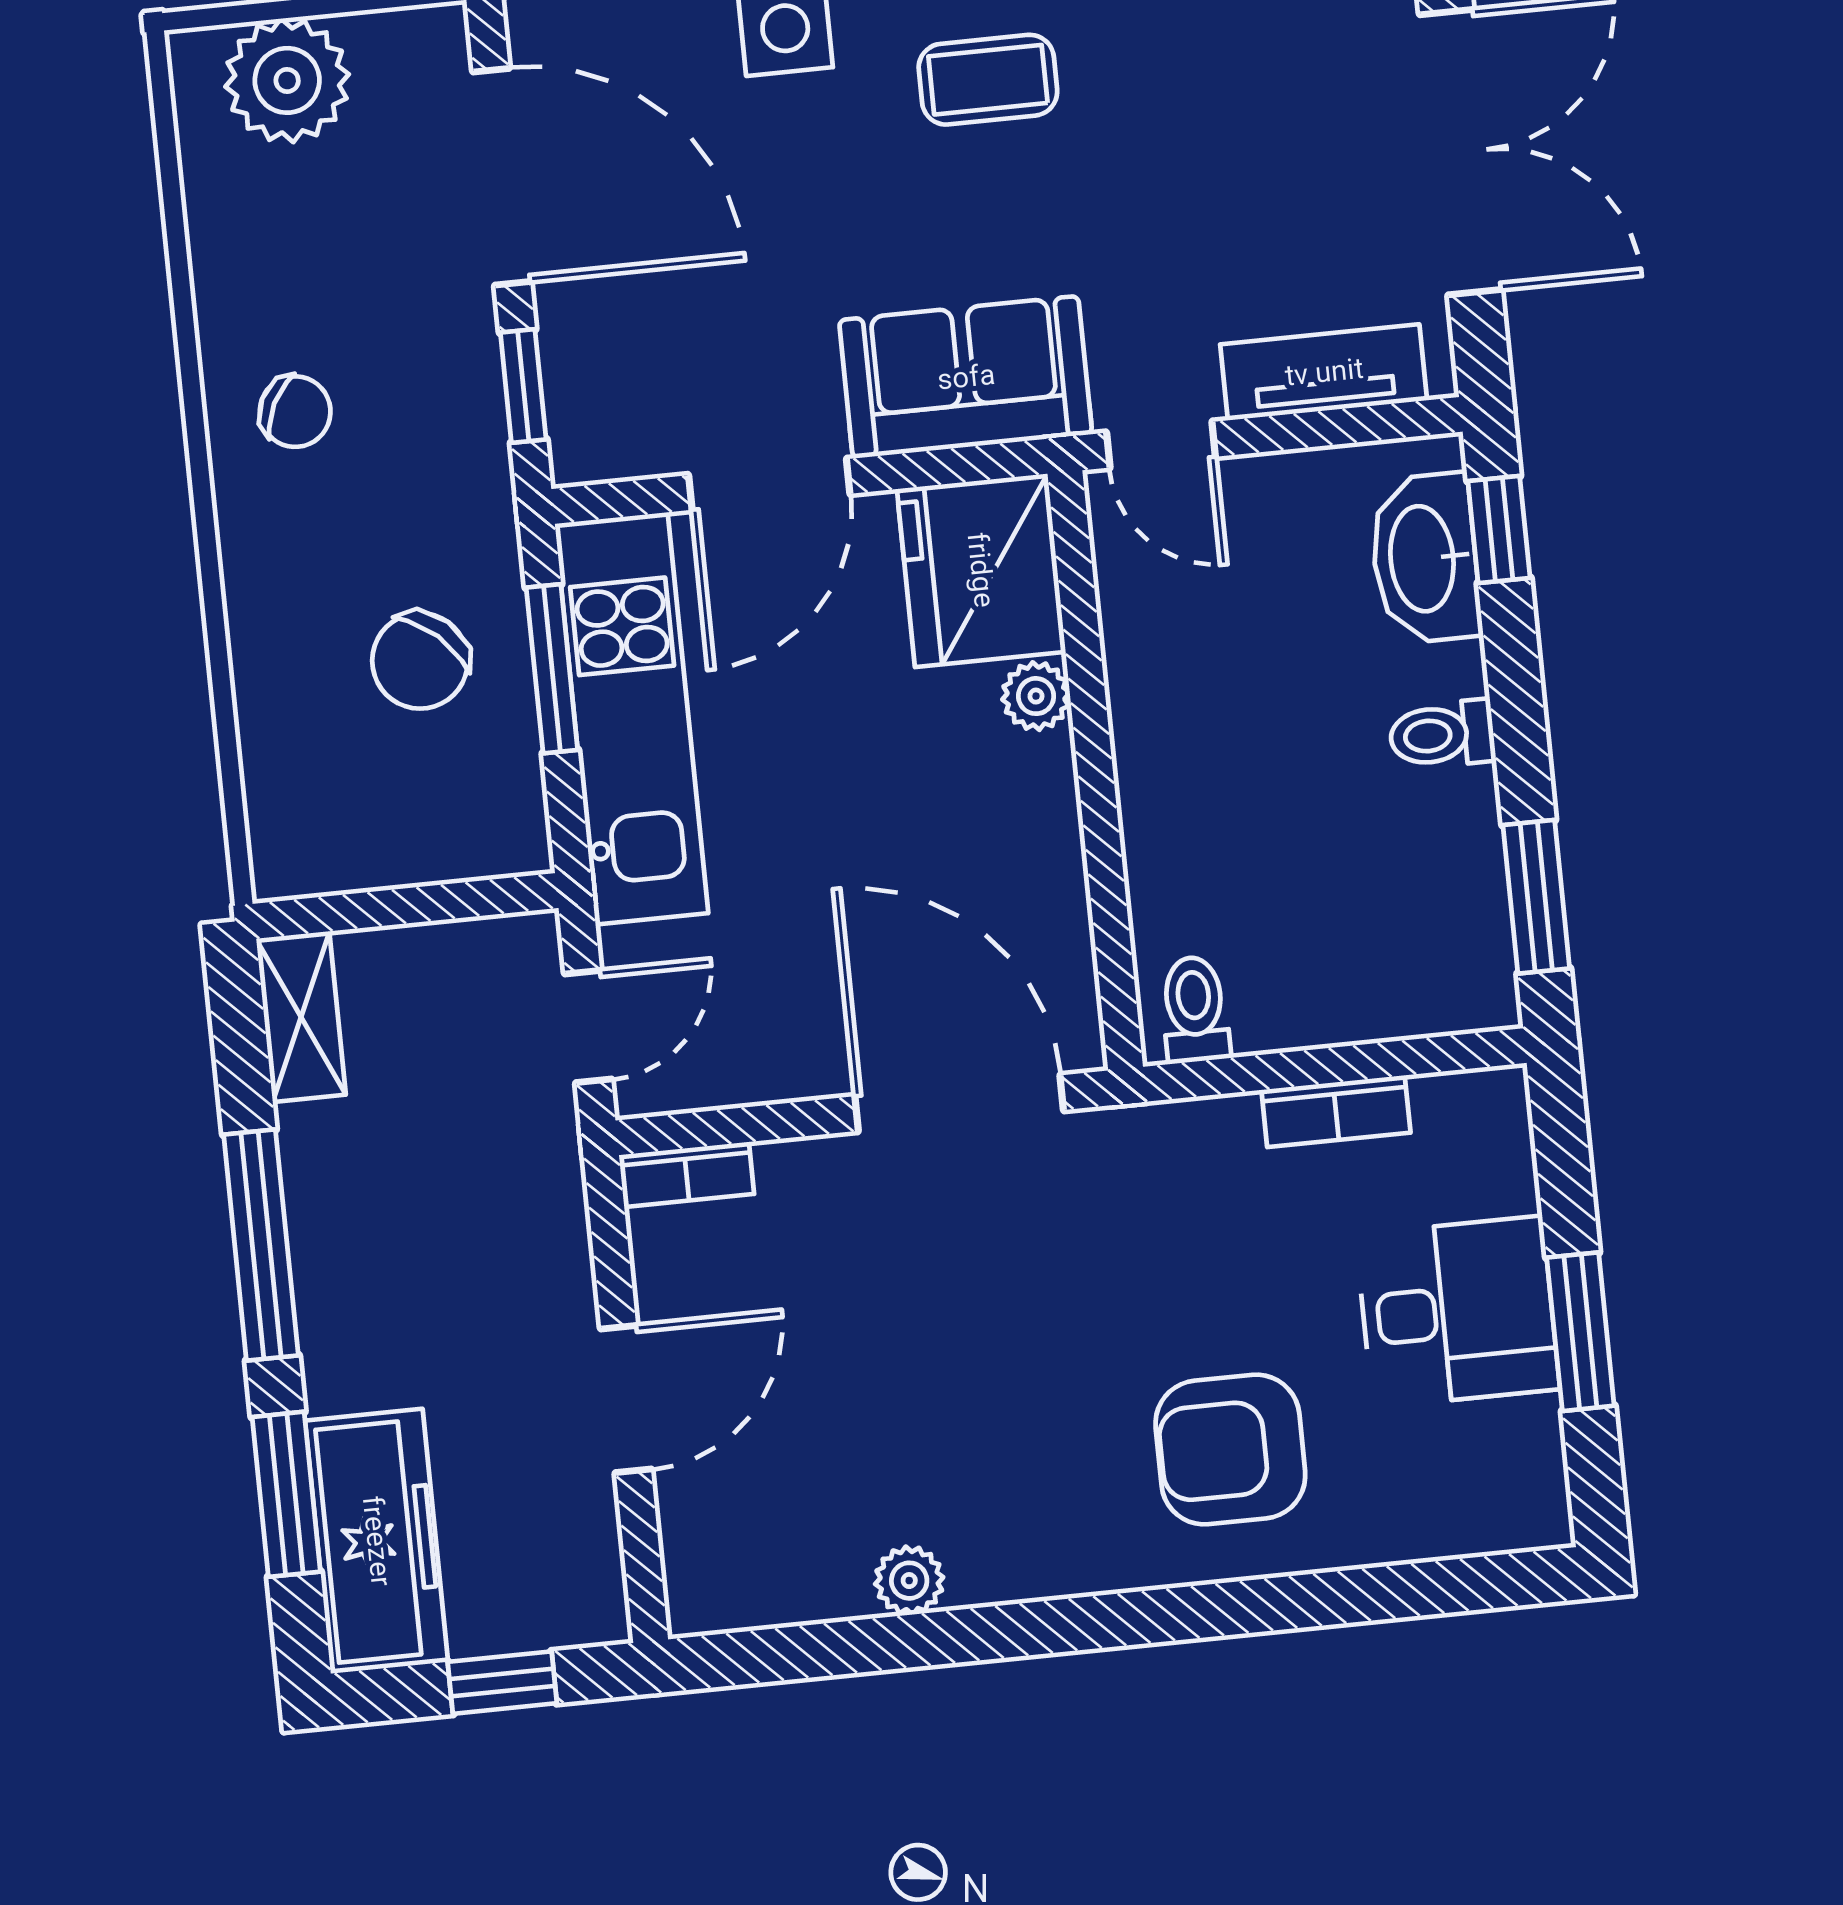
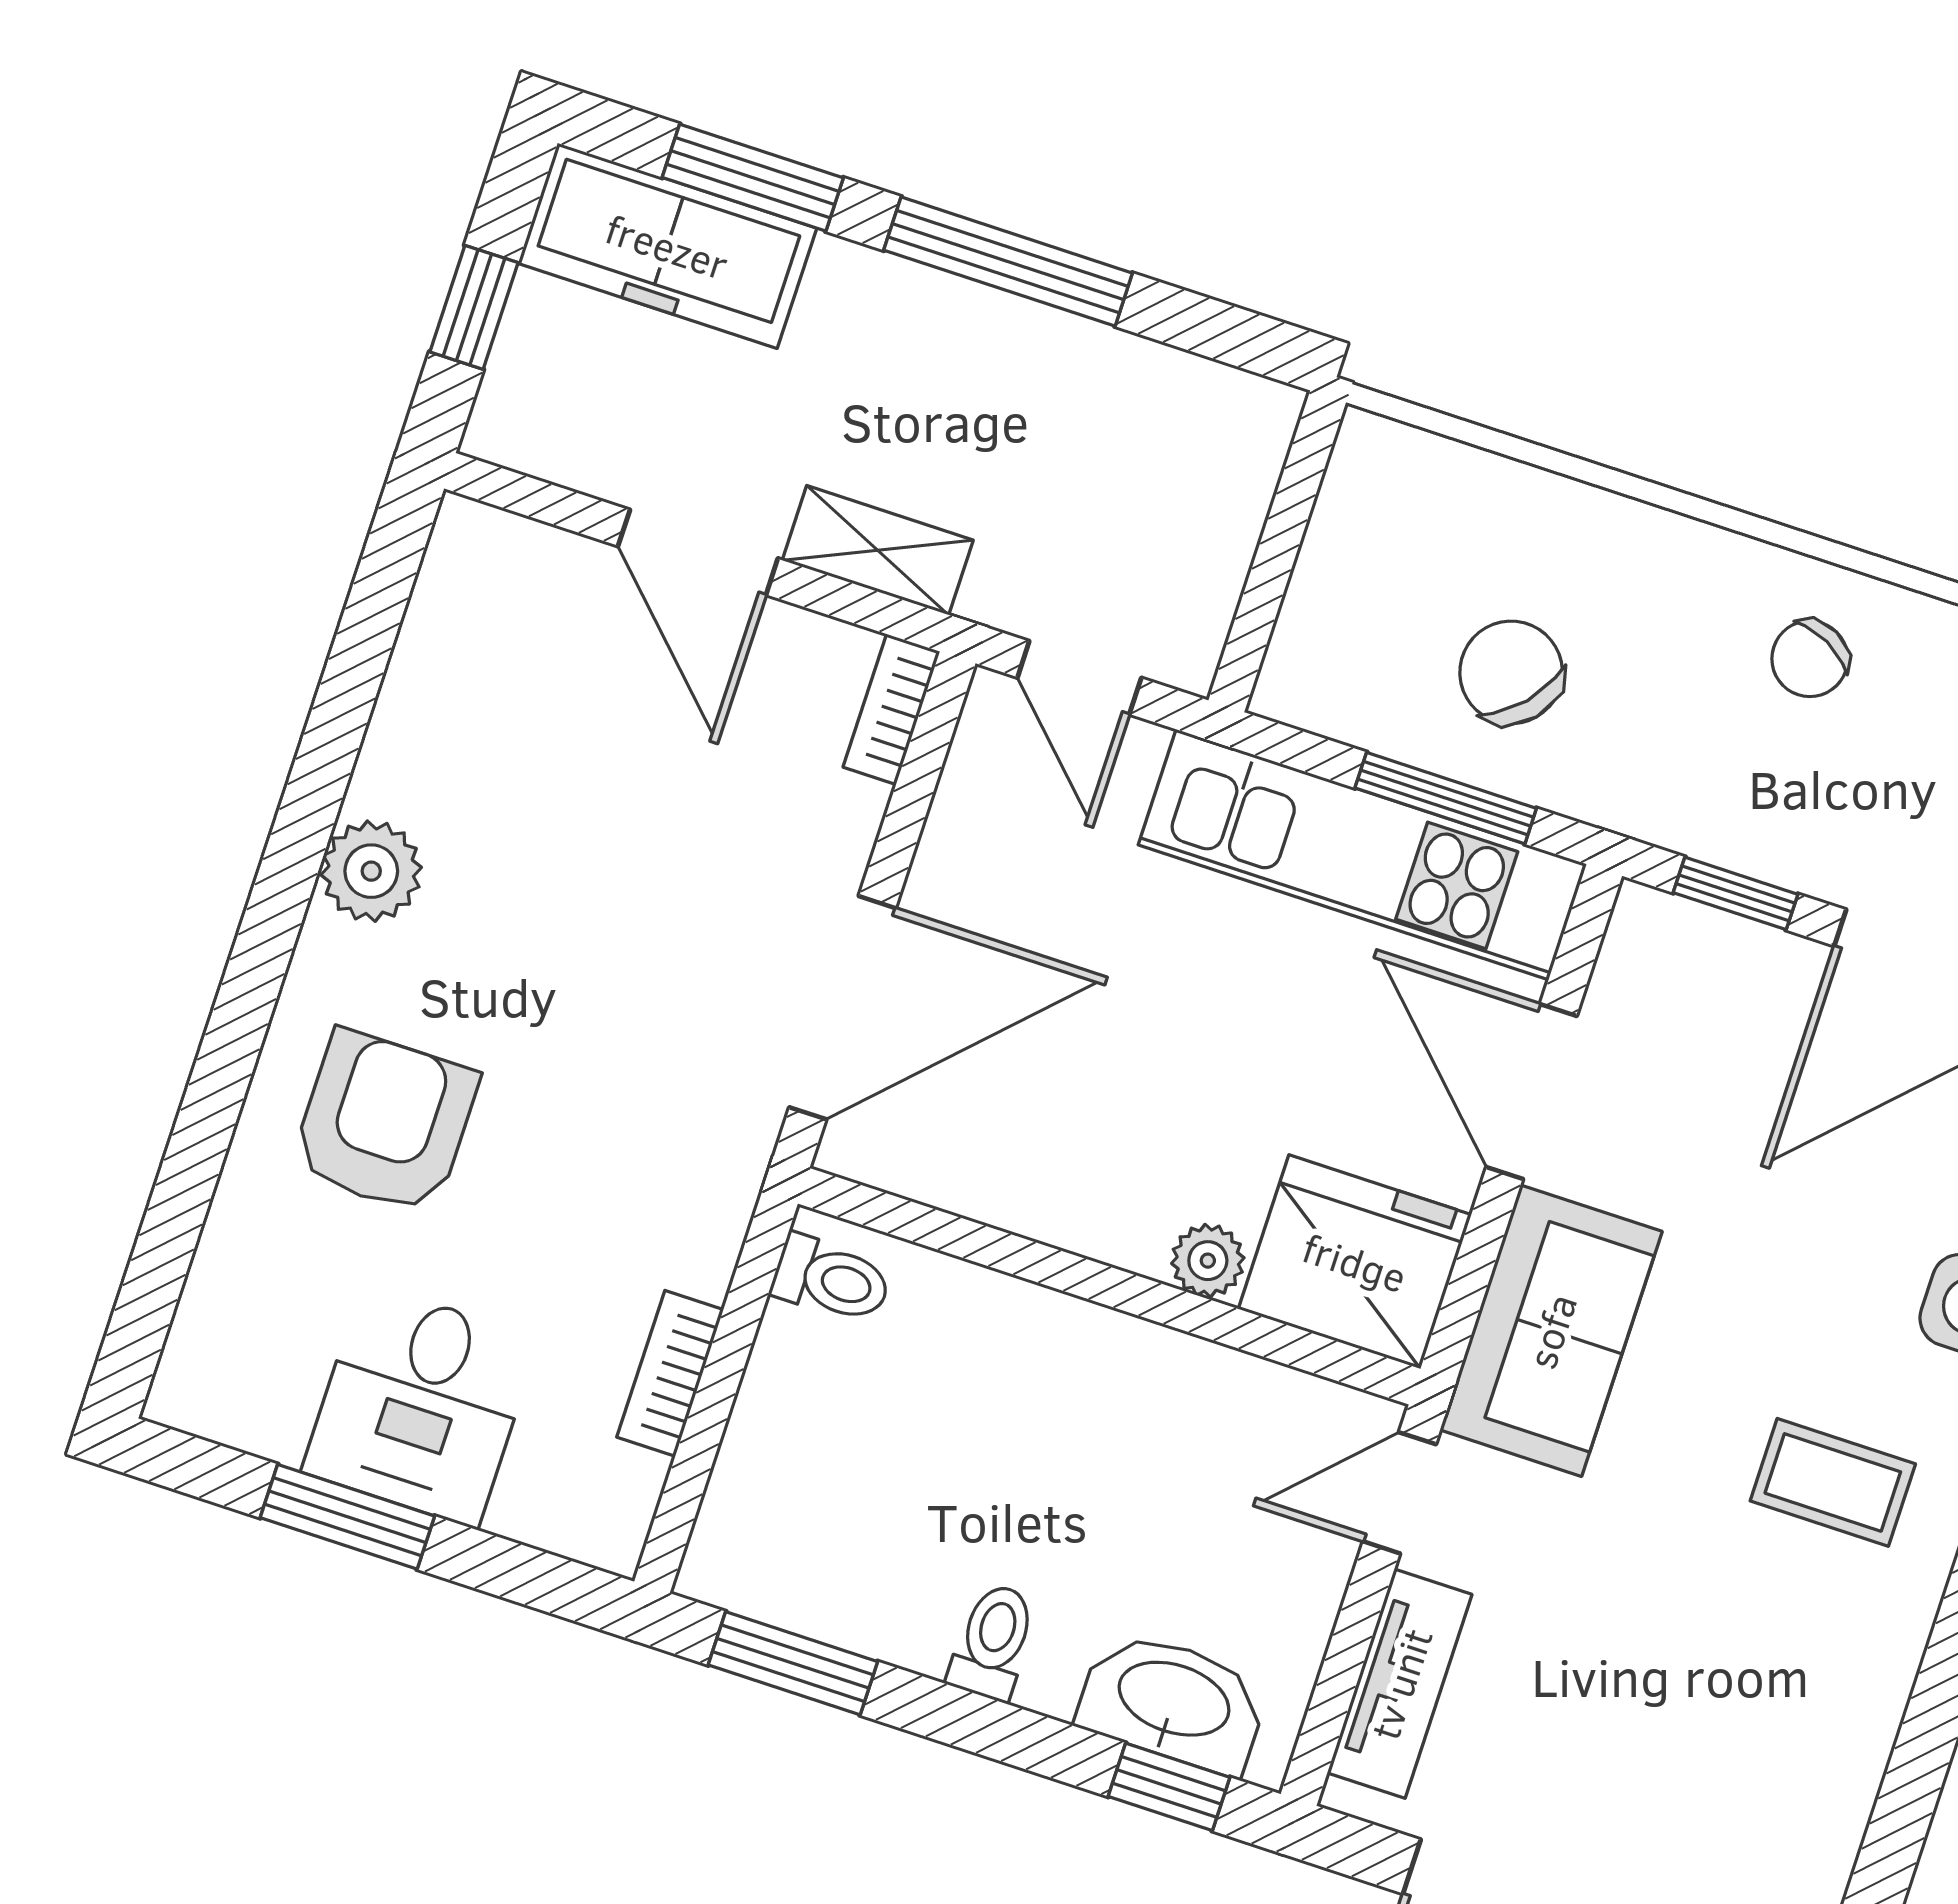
coffee table: (988, 80) -> (1833, 1482), turned 90
shelving: (301, 1017) -> (878, 550), moved
plant: (909, 1581) -> (371, 871), moved, width x1.38, depth x1.38

